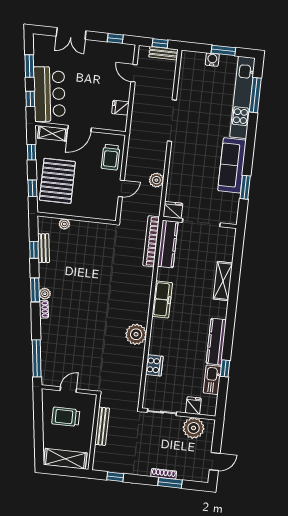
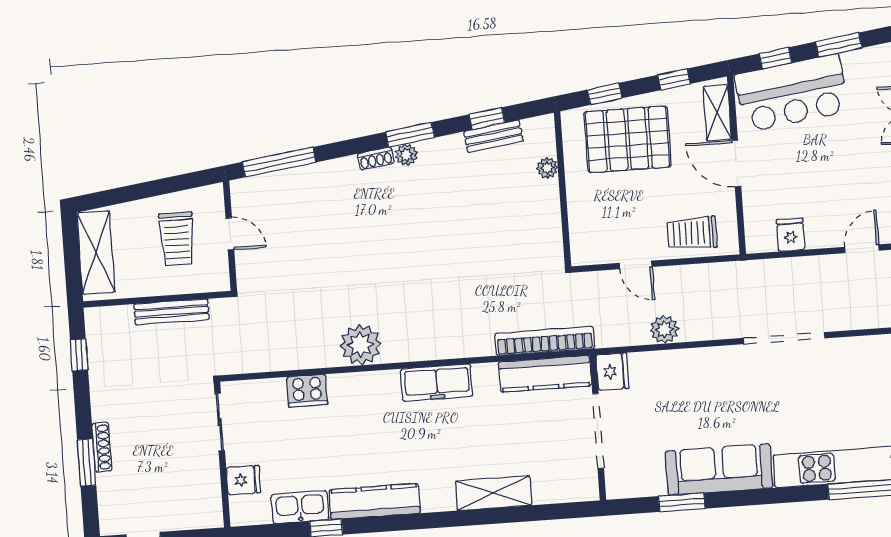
trolley: (66, 417) -> (177, 239), turned 180
plant: (194, 428) -> (200, 488), removed

